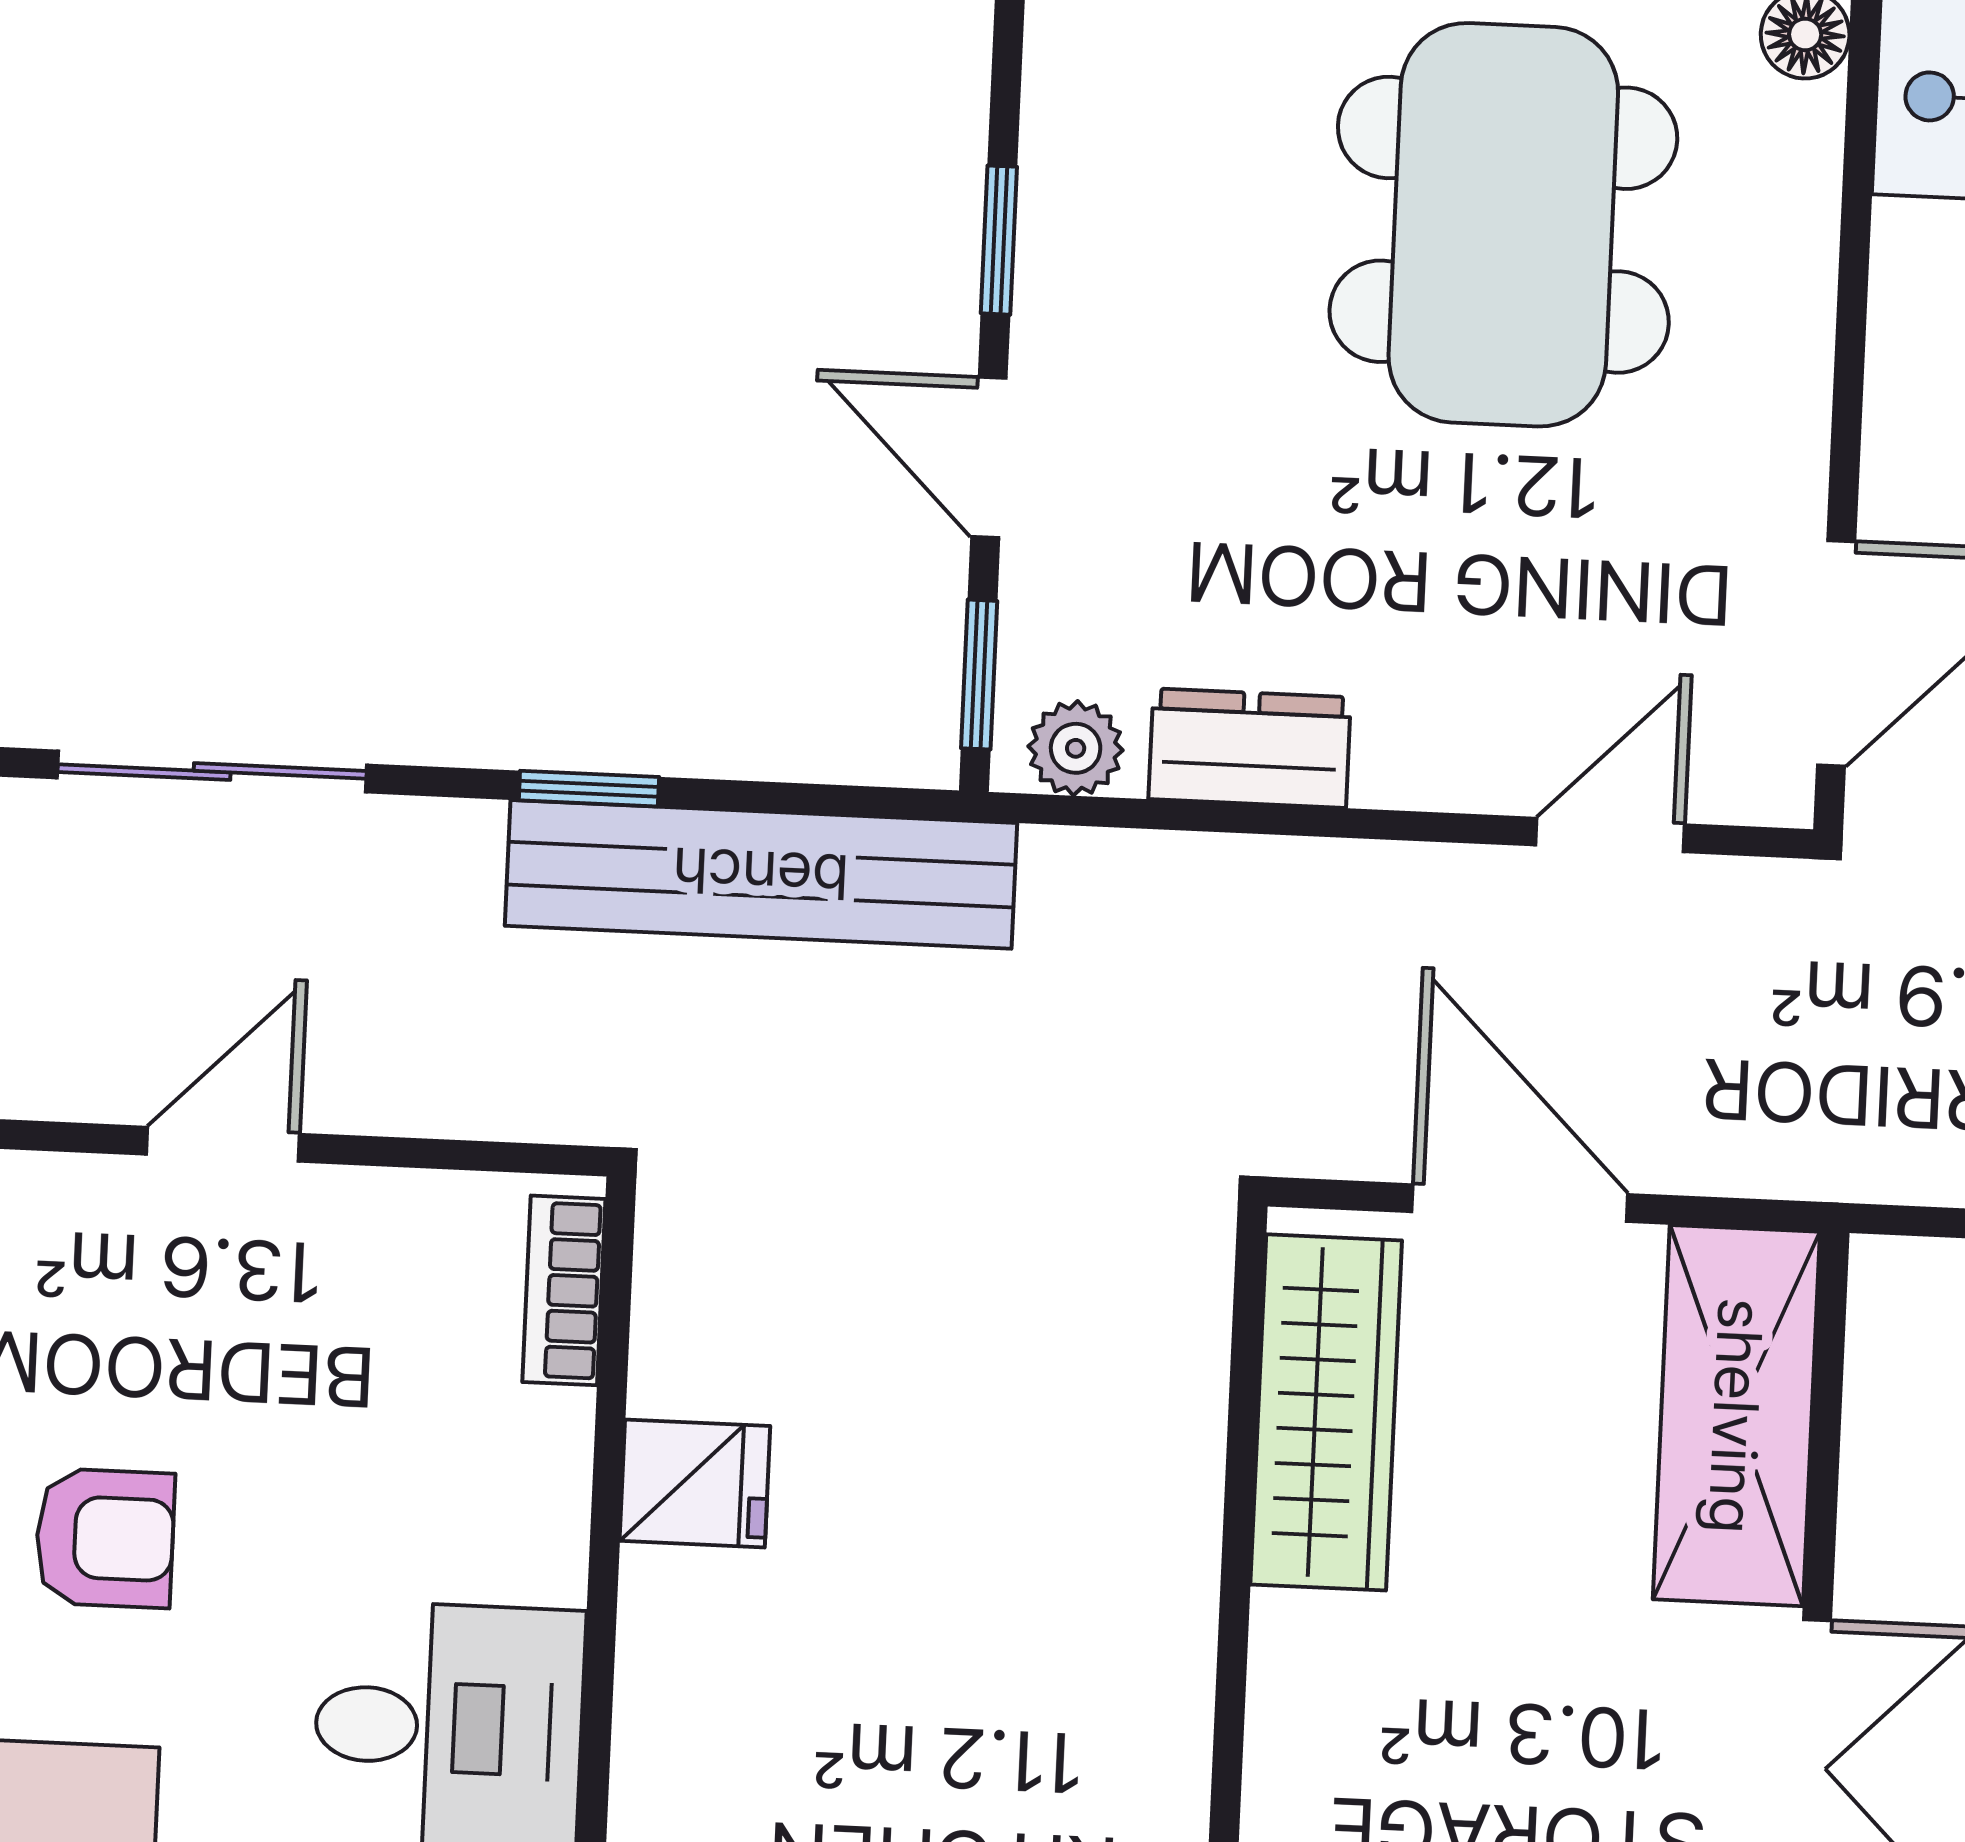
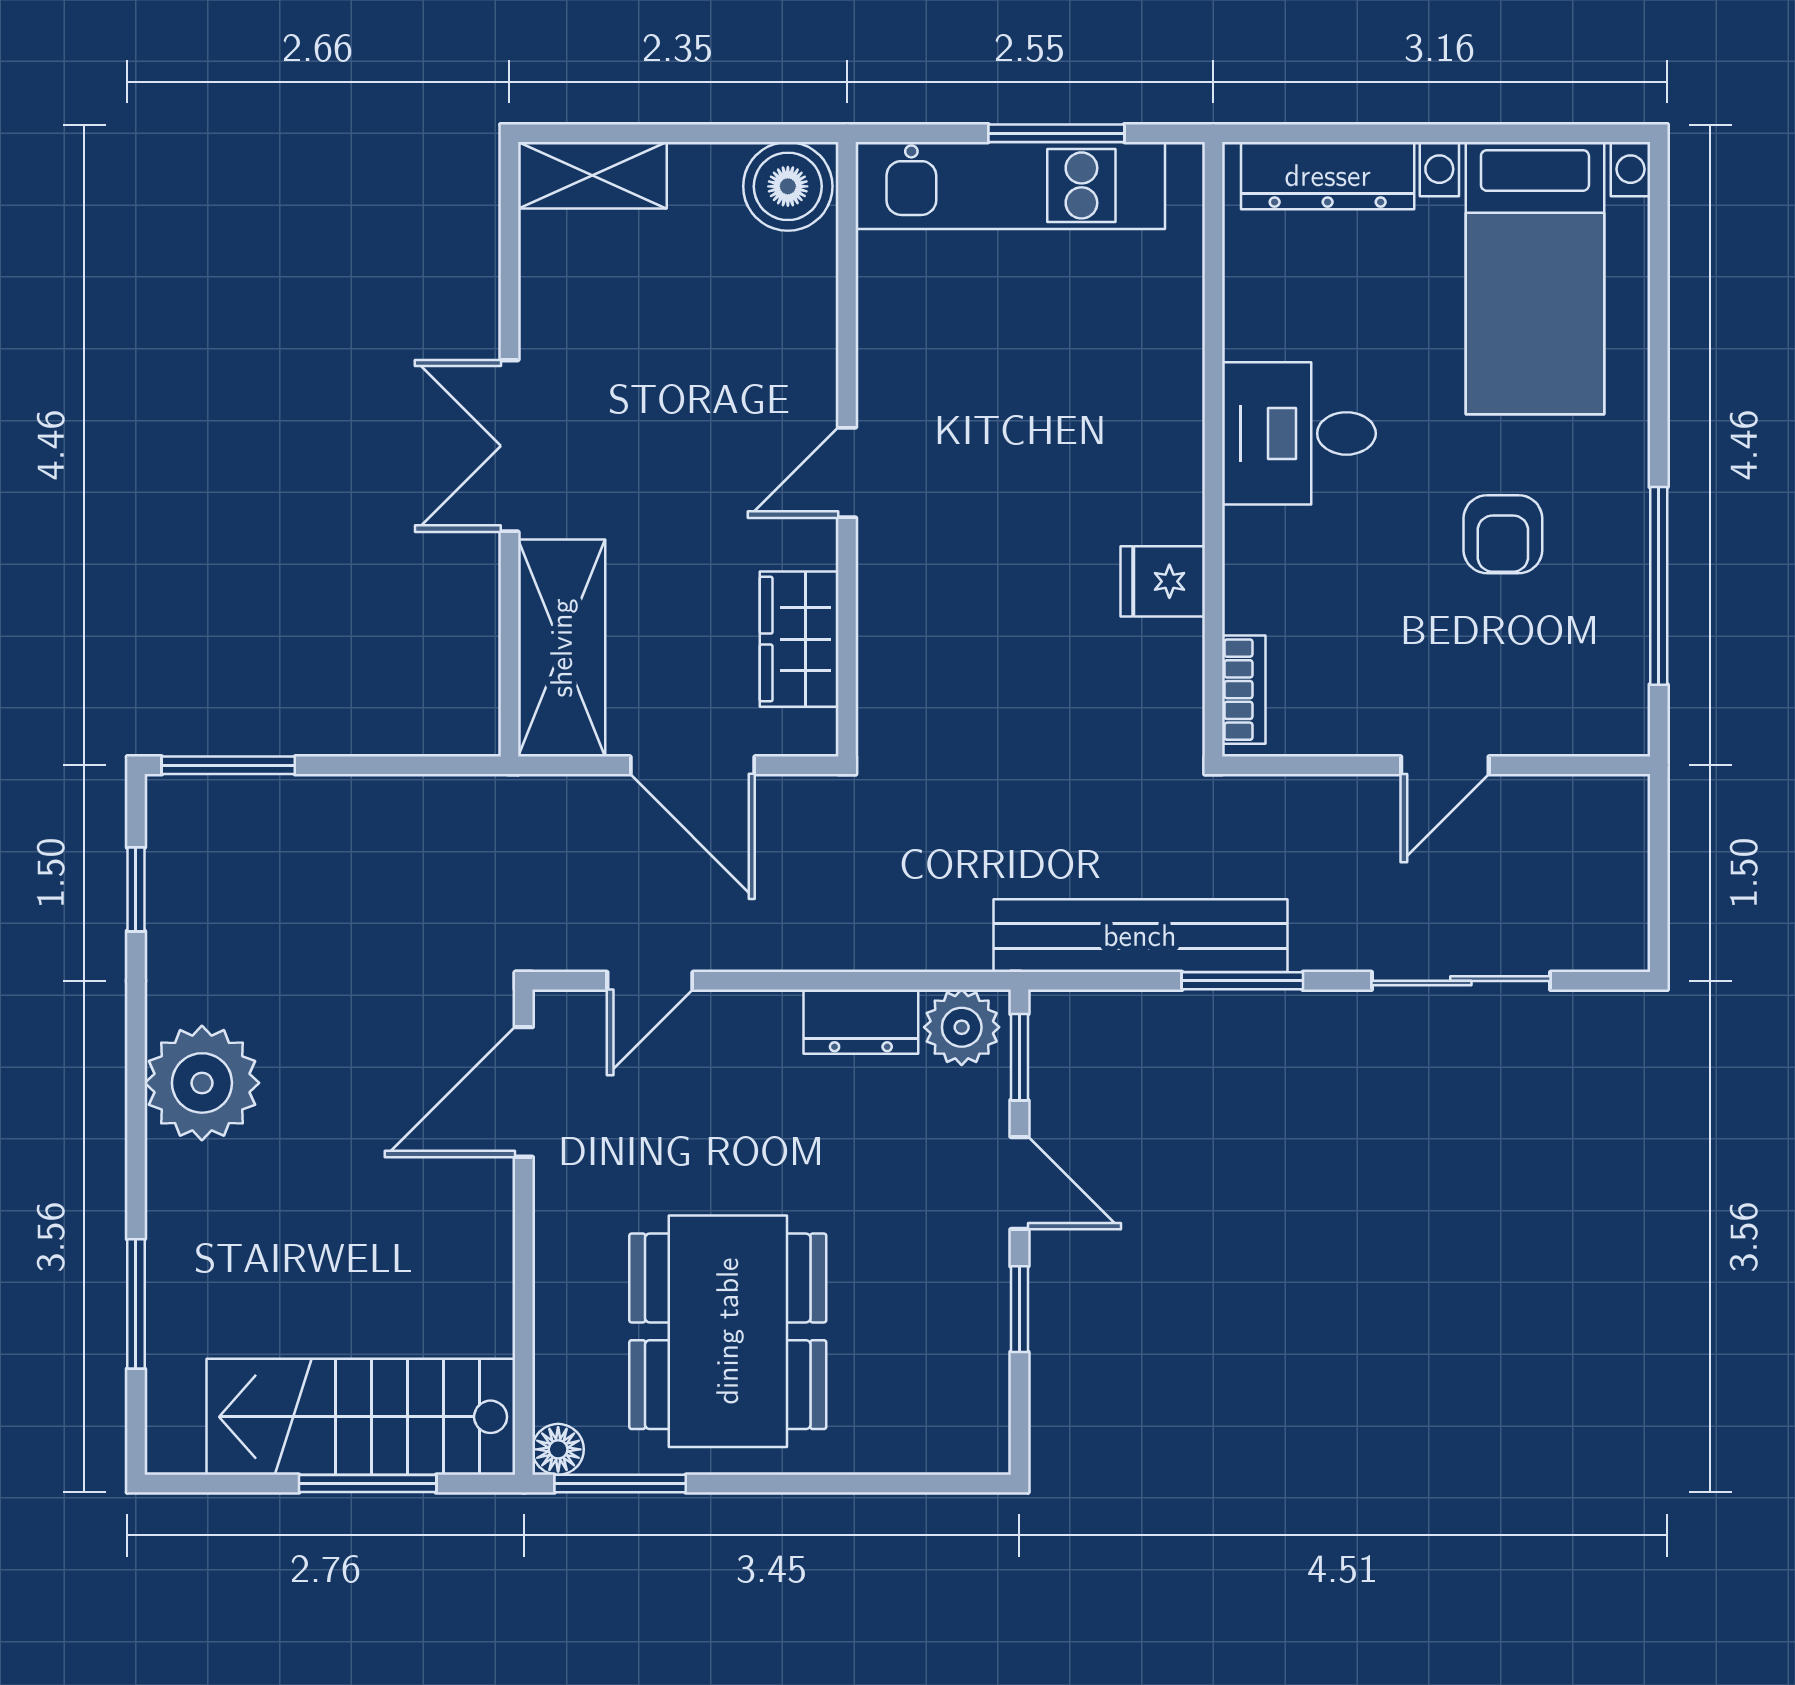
plant: (1076, 748) -> (962, 1027), width x1.38, depth x1.38
window: (589, 789) -> (1242, 981), width x1.50
wardrobe: (1326, 1412) -> (799, 639), width x0.67
armchair: (105, 1538) -> (1503, 534), turned -90
door: (1231, 1696) -> (847, 472), added

